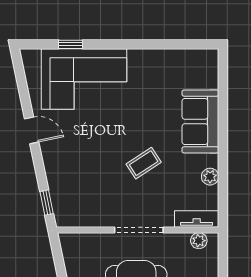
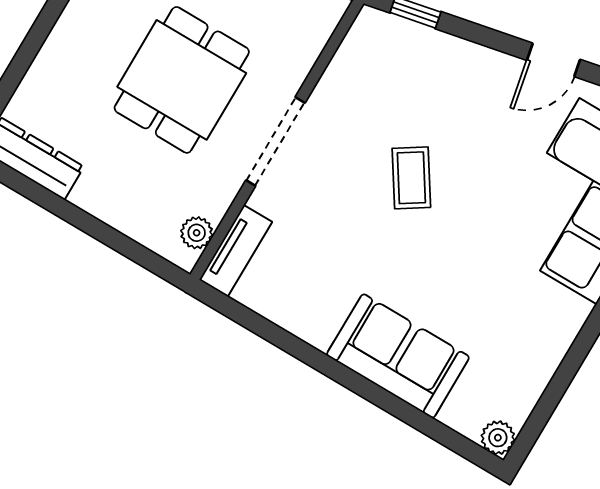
coffee table: (144, 163) -> (411, 178), moved
plant: (210, 177) -> (498, 438), moved

